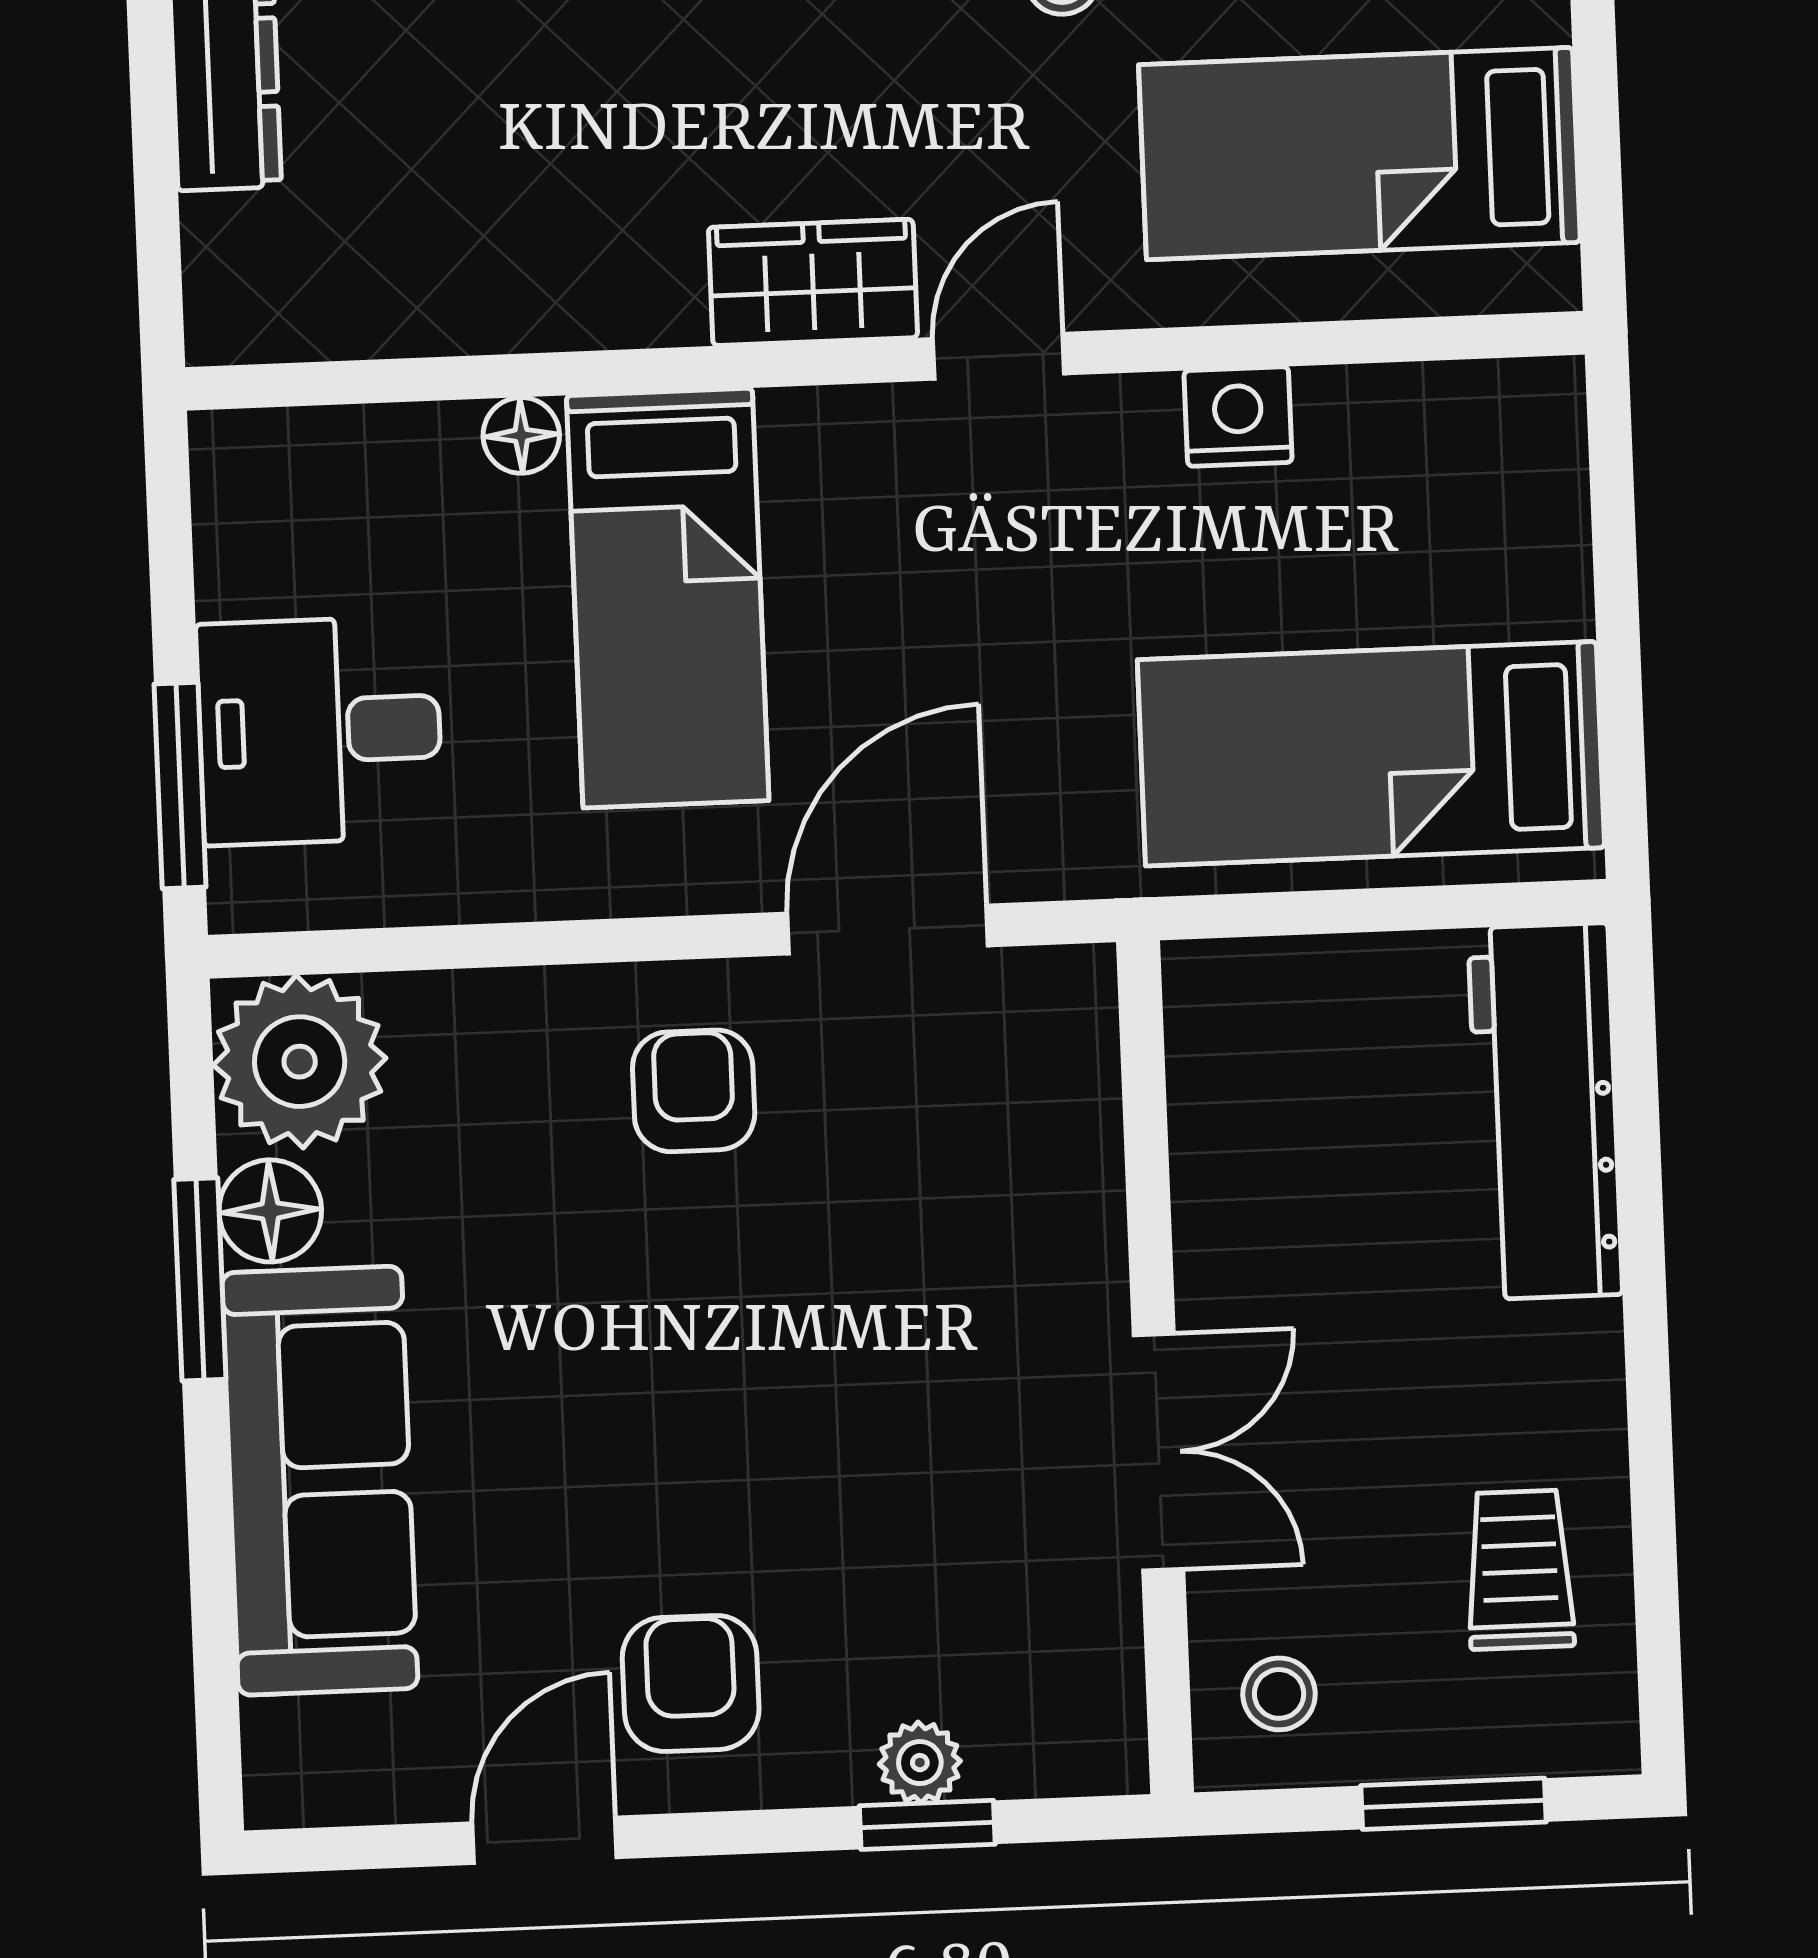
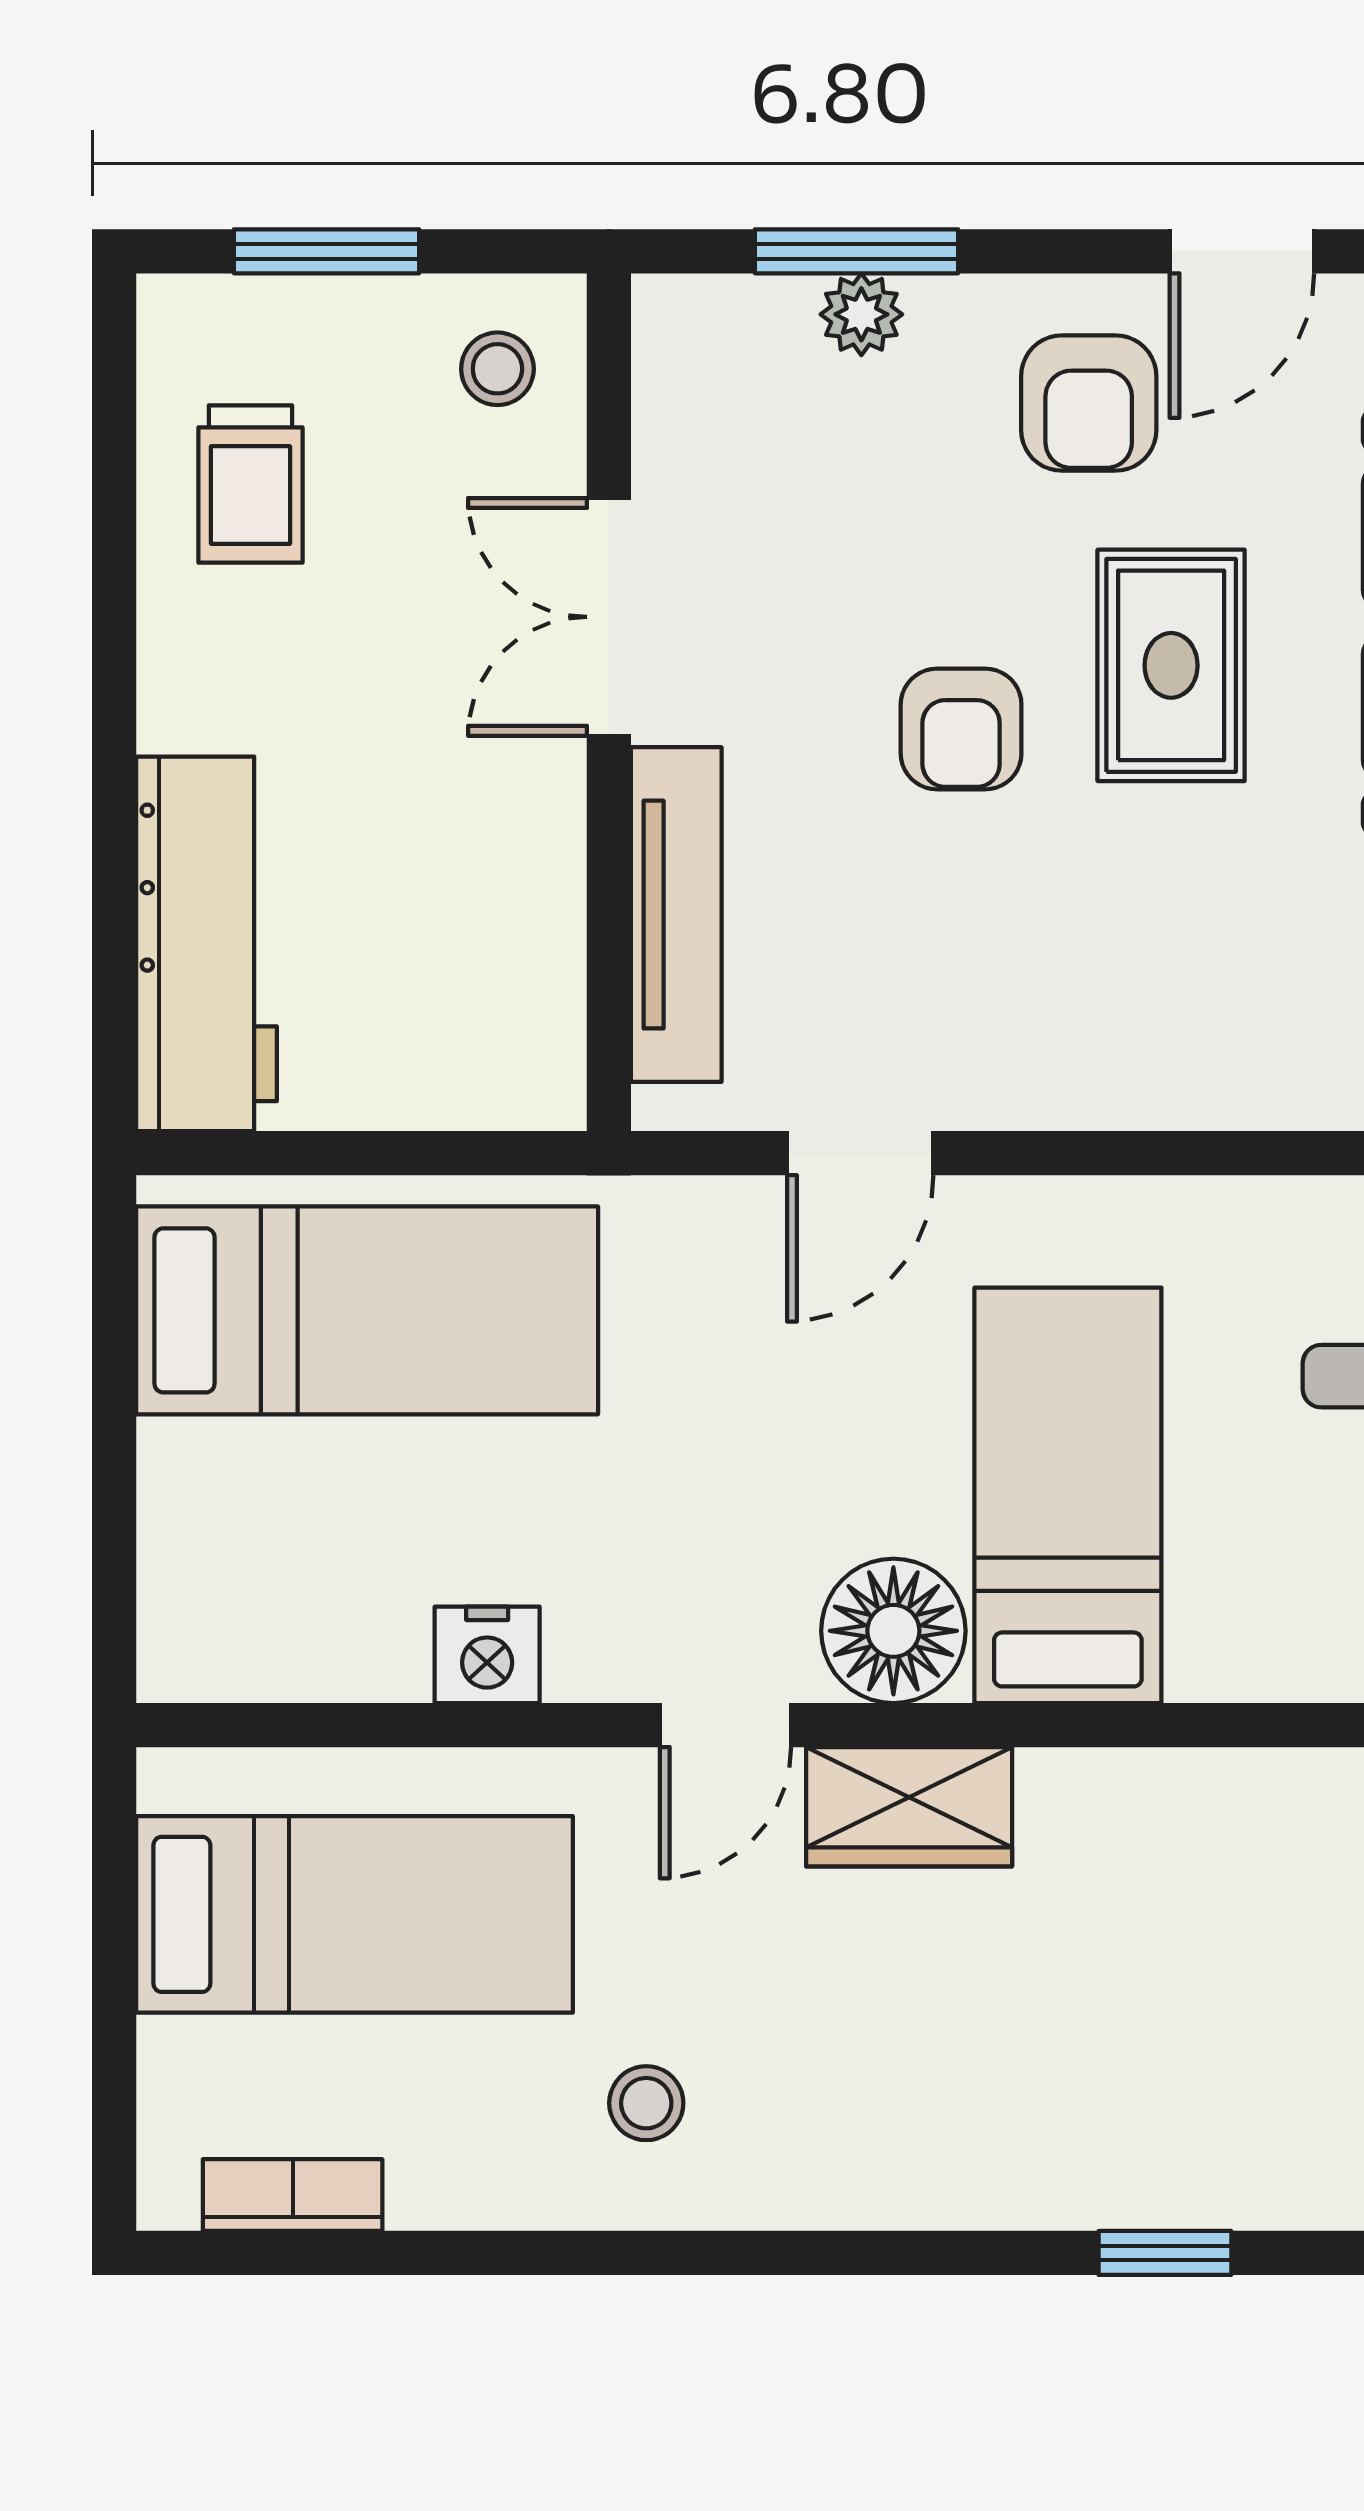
floor lamp: (521, 435) -> (893, 1631), moved, width x1.89, depth x1.89
door: (888, 930) -> (860, 1153), width x0.73
armchair: (694, 1091) -> (961, 729), moved
tv unit: (1080, 1159) -> (676, 915), added
rug: (598, 1426) -> (1171, 665), added
window: (927, 1825) -> (856, 251), width x1.50

